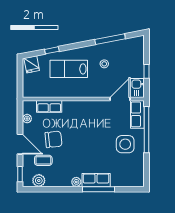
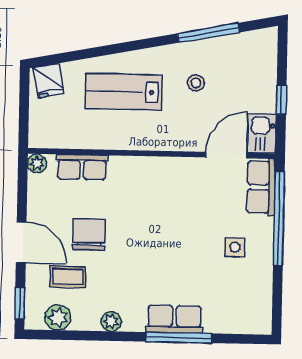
window: (52, 50) -> (90, 53), removed
plant: (27, 119) -> (37, 163), moved
chair: (53, 139) -> (89, 234), turned -84
side table: (125, 144) -> (235, 247), width x0.54, depth x0.54
plant: (76, 182) -> (111, 322), moved

